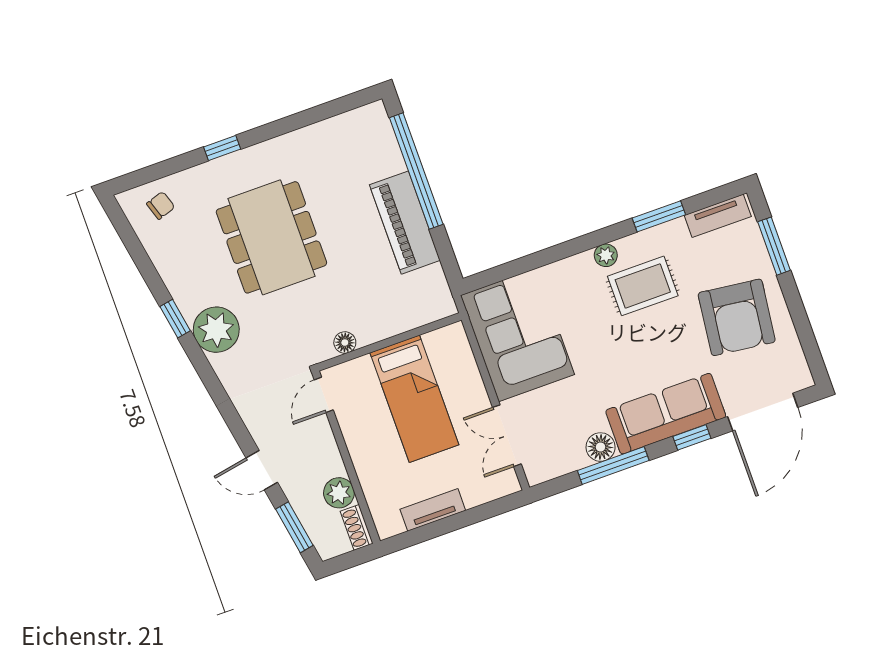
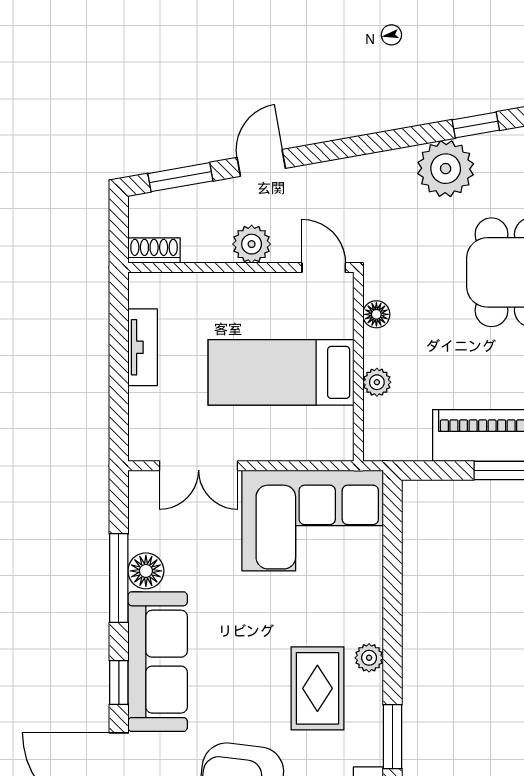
plant: (396, 324) -> (377, 382), added
double door: (507, 436) -> (199, 466), swing flipped
plant: (339, 493) -> (252, 244), moved

